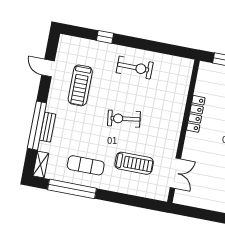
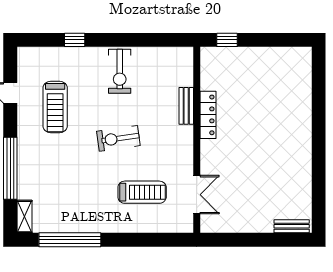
exercise bike: (135, 68) -> (120, 71), turned 90
bench: (48, 127) -> (186, 106), moved
exercise mat: (86, 165) -> (81, 207), removed

